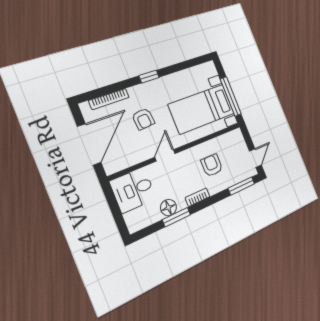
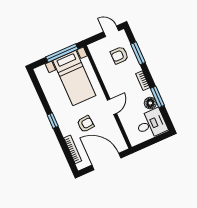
door: (165, 155) -> (112, 107), swing flipped
armchair: (212, 165) -> (119, 55), moved
window: (241, 186) -> (138, 53), moved
desk: (133, 190) -> (151, 124), moved, turned -90

